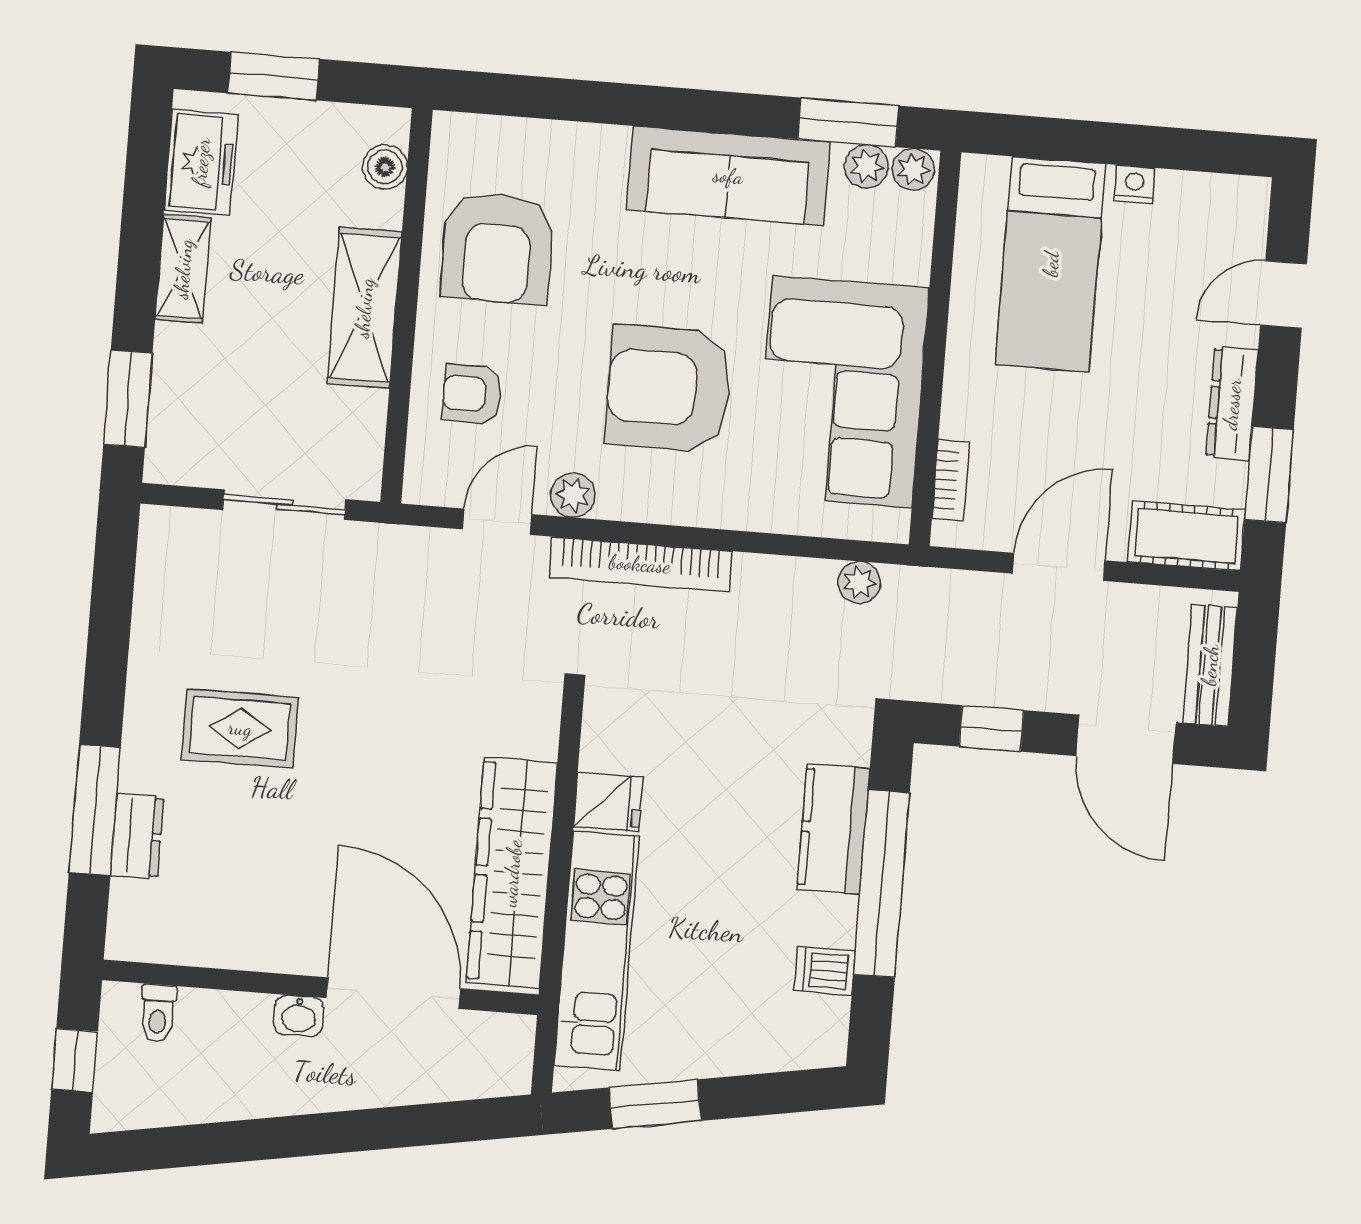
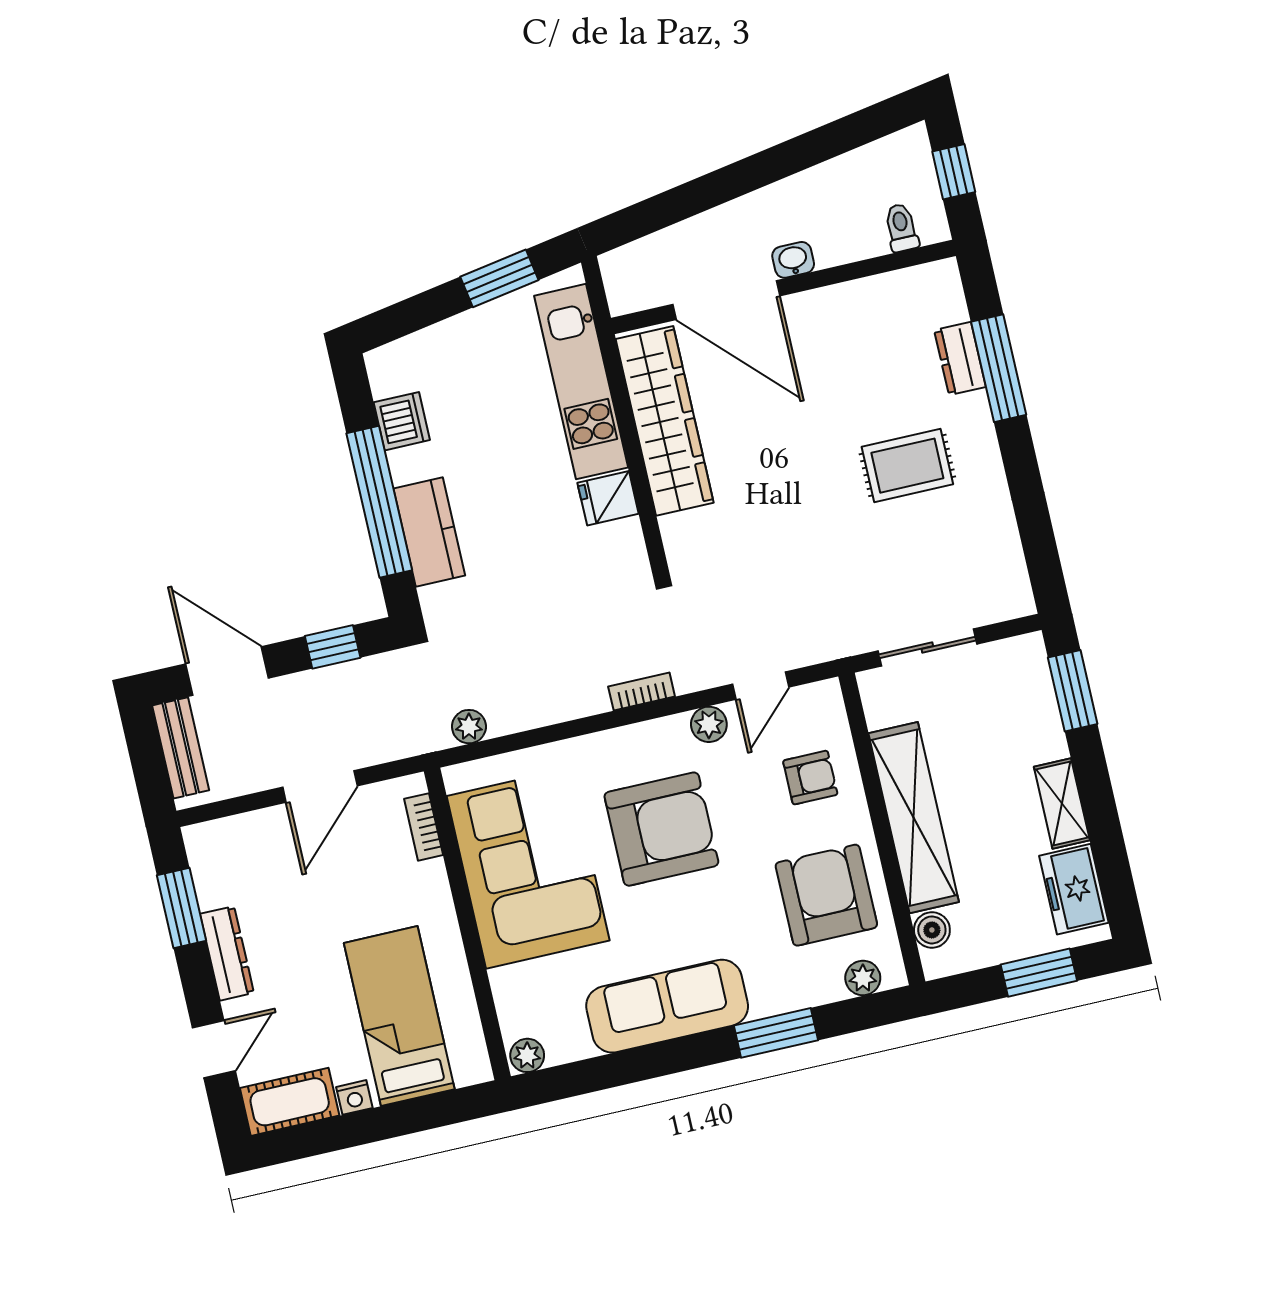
window: (848, 122) -> (776, 1033), moved
plant: (866, 167) -> (863, 978), moved
shelving: (364, 308) -> (914, 818), width x1.47
cot: (1186, 536) -> (290, 1102), moved
bookcase: (640, 564) -> (642, 692), width x0.43, depth x0.76
dishwasher: (825, 971) -> (402, 421), width x1.38

